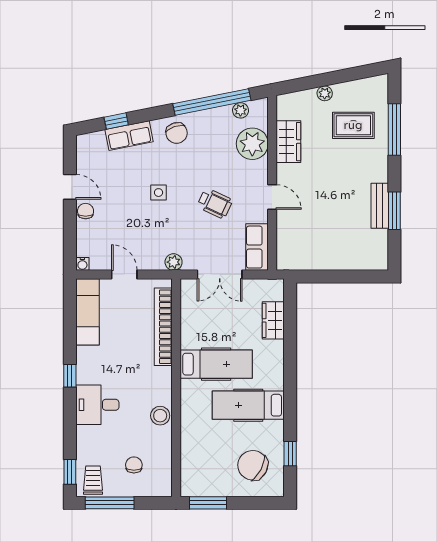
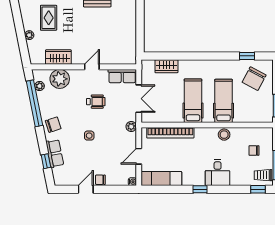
wheelchair: (215, 203) -> (96, 102), turned 65
hospital bed: (248, 405) -> (224, 101), moved, turned 180

